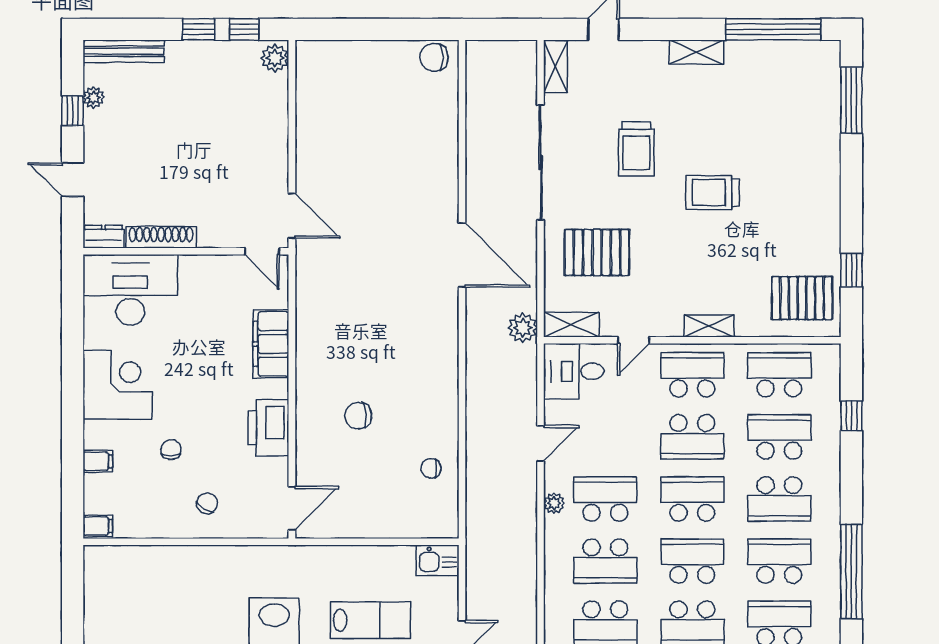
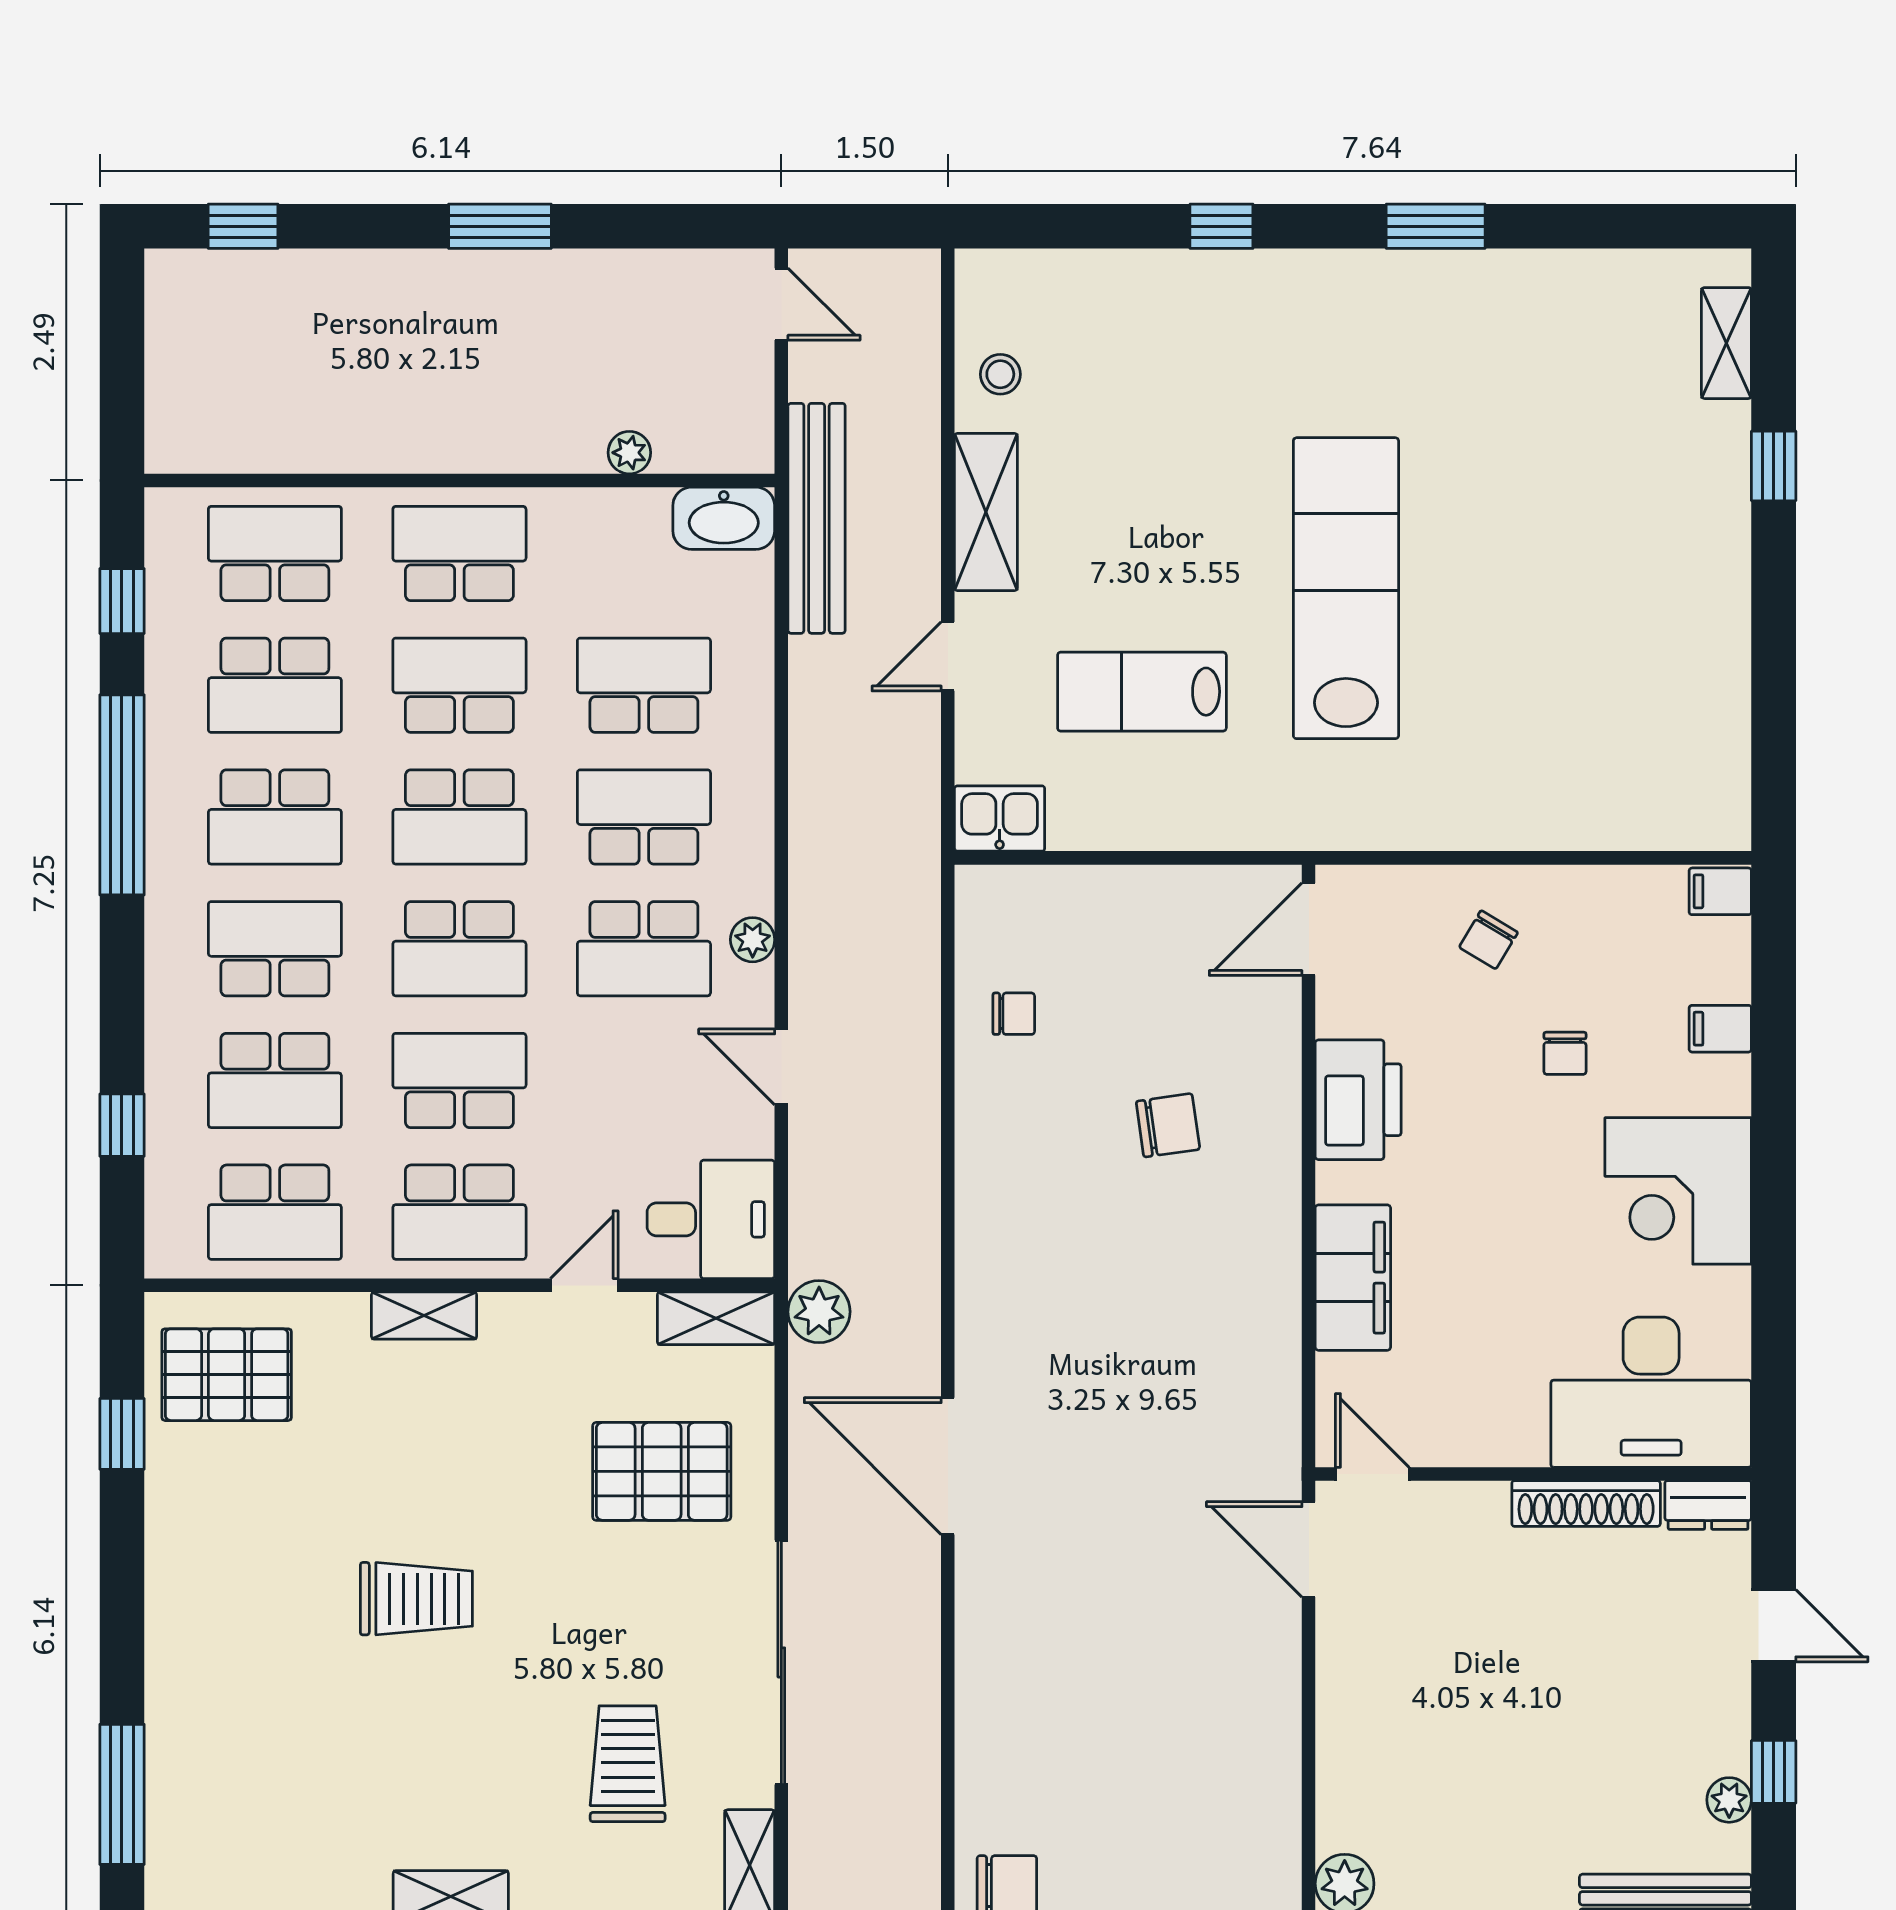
trolley: (636, 149) -> (628, 1764), moved
door: (541, 443) -> (781, 1067), hinge flipped

